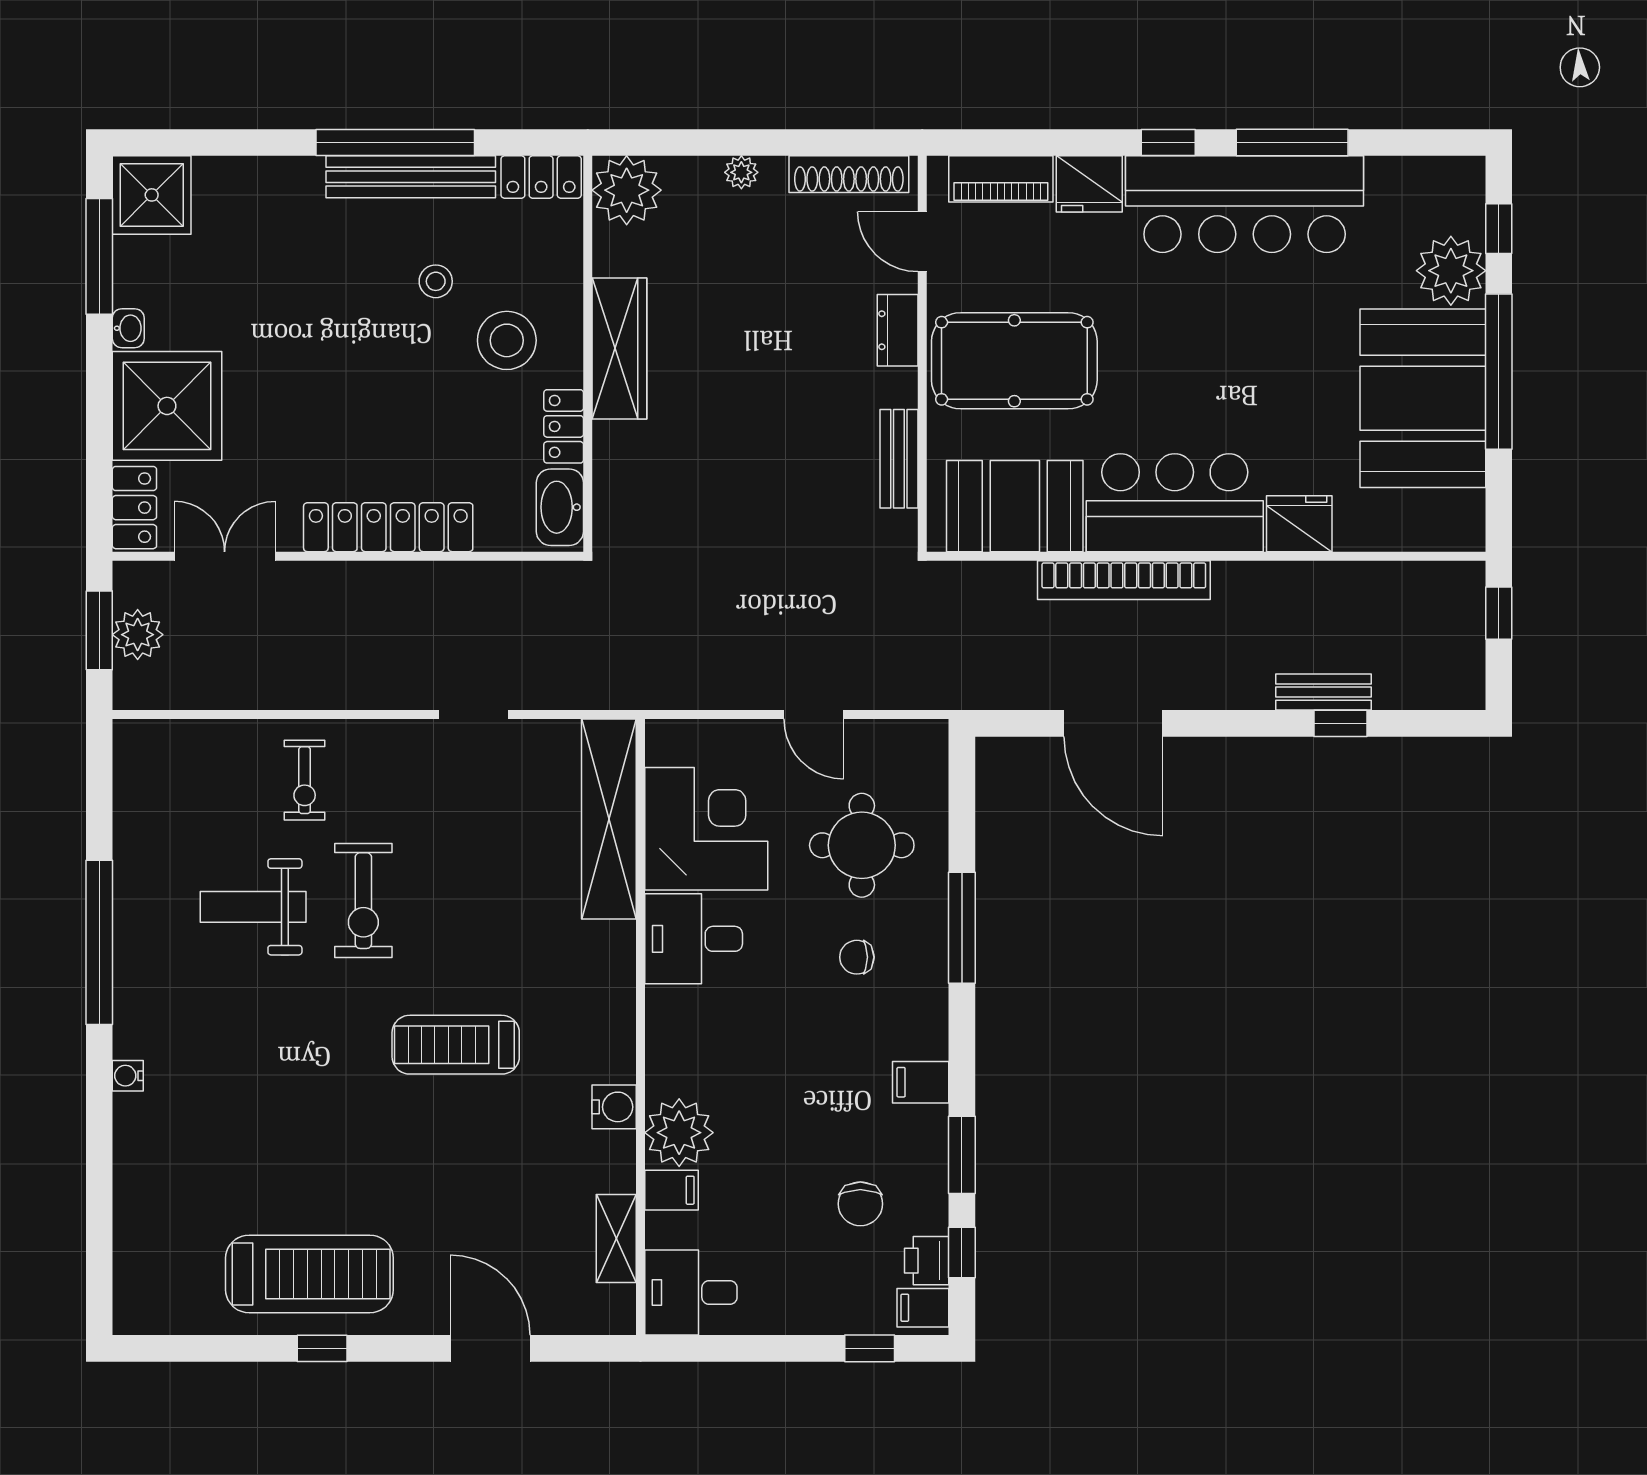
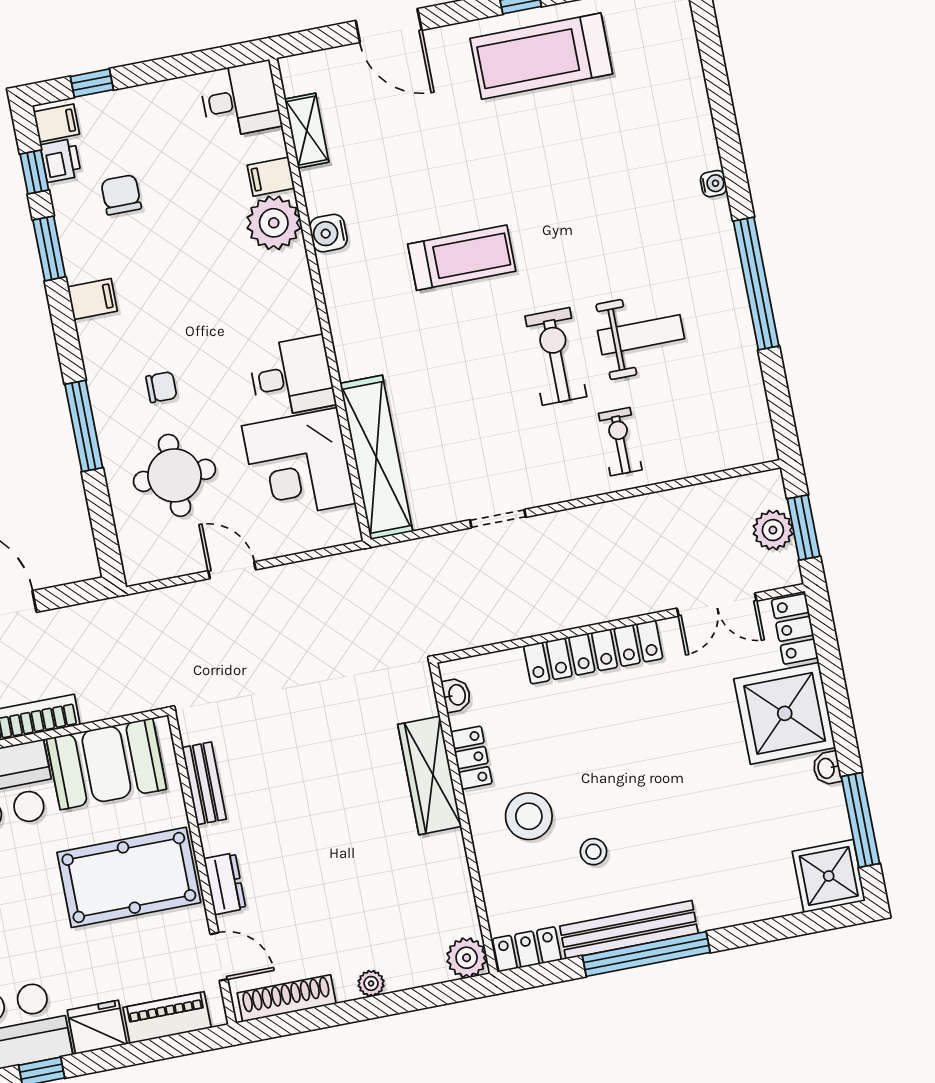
plant: (627, 190) -> (467, 958), width x0.73, depth x0.73
wardrobe: (619, 348) -> (430, 775), moved
washbasin: (560, 507) -> (456, 695), width x0.52, depth x0.69

